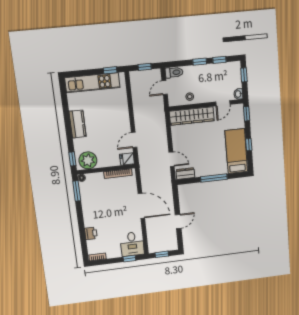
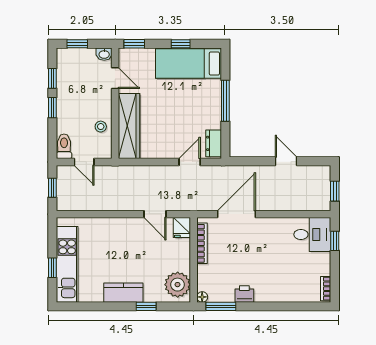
window: (110, 70) -> (52, 268), moved
window: (72, 159) -> (146, 306), moved
door: (141, 206) -> (236, 214), moved
printer: (91, 233) -> (244, 294), moved

